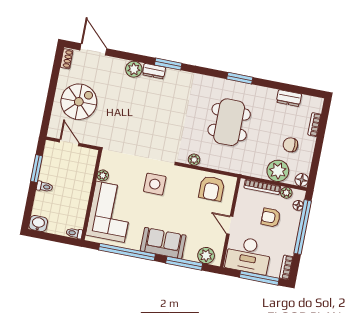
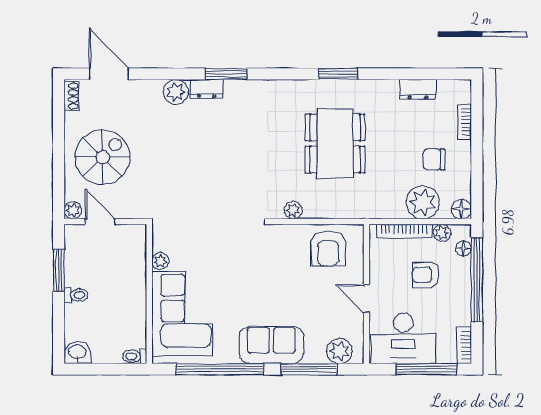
plant: (53, 132) -> (73, 210), added
side table: (155, 184) -> (241, 259), removed

